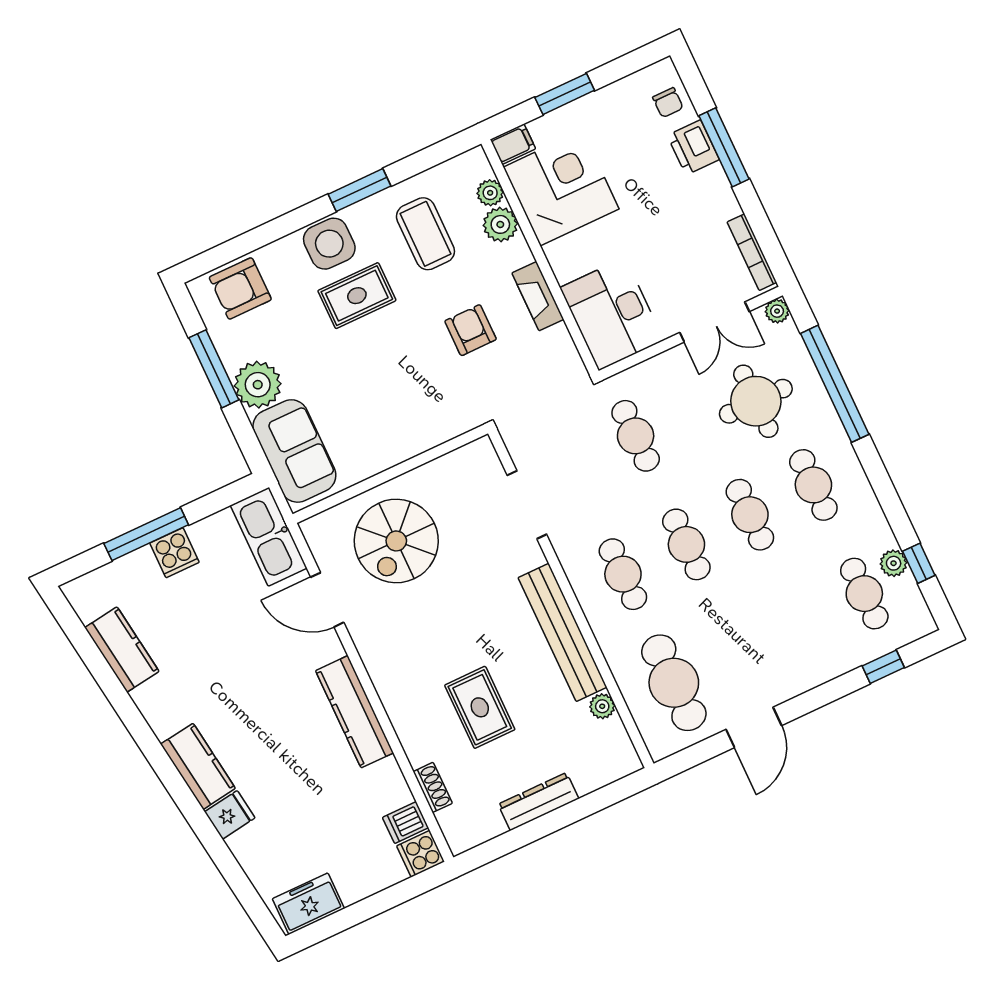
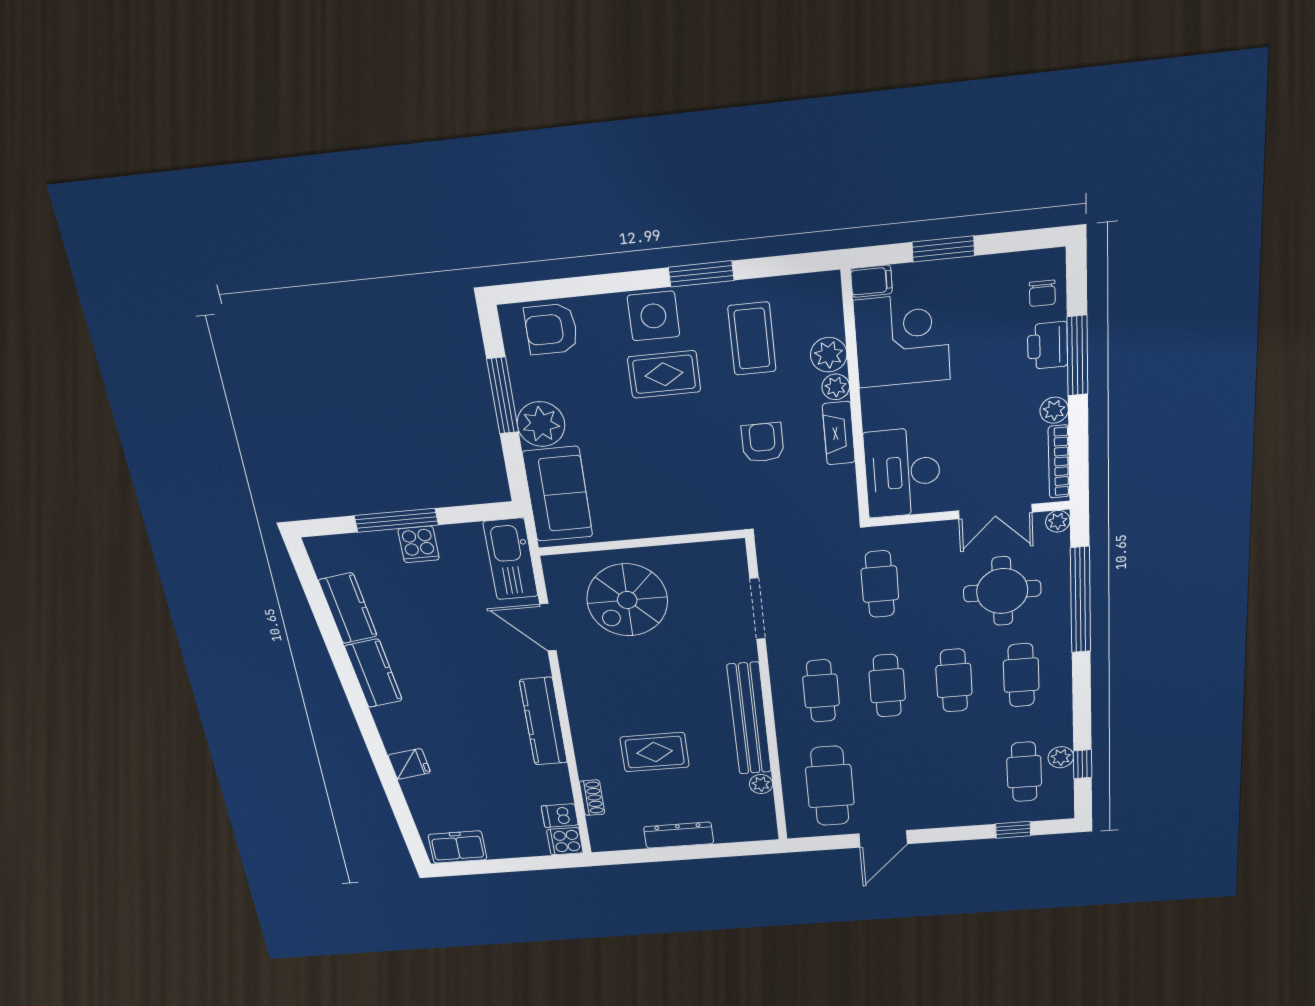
plant: (490, 193) -> (836, 387), moved
plant: (726, 205) -> (1054, 410), added
rug: (480, 707) -> (655, 752), turned 90
kitchen counter: (198, 766) -> (374, 673), moved

